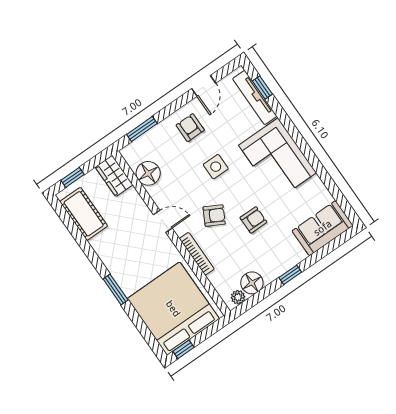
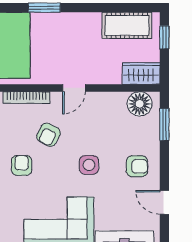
floor lamp: (148, 173) -> (140, 104), moved
armchair: (253, 220) -> (22, 165), turned 180

